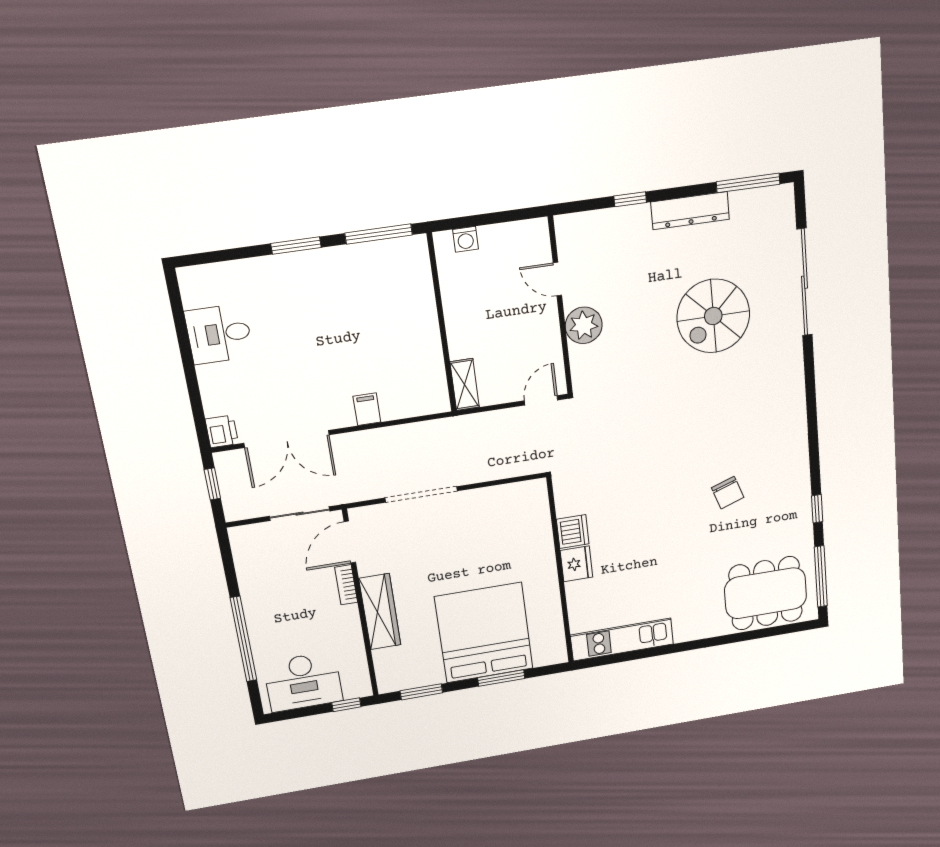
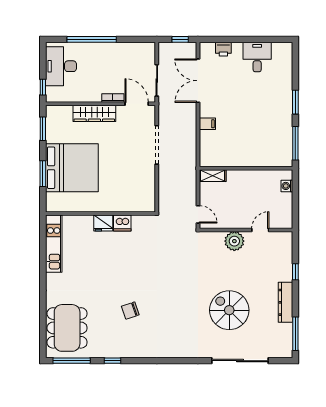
printer: (222, 431) -> (223, 49), moved

